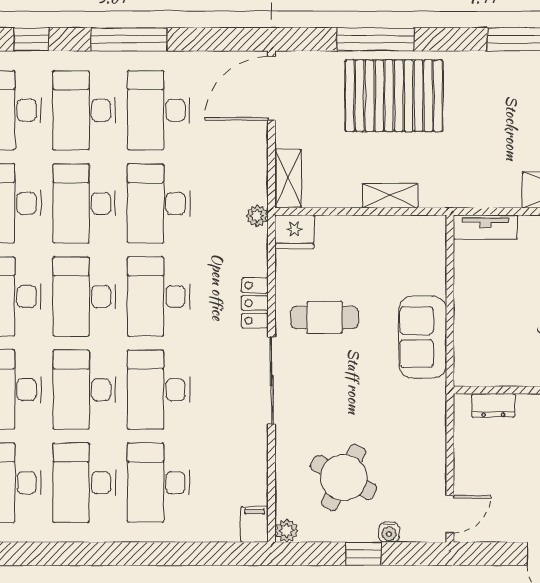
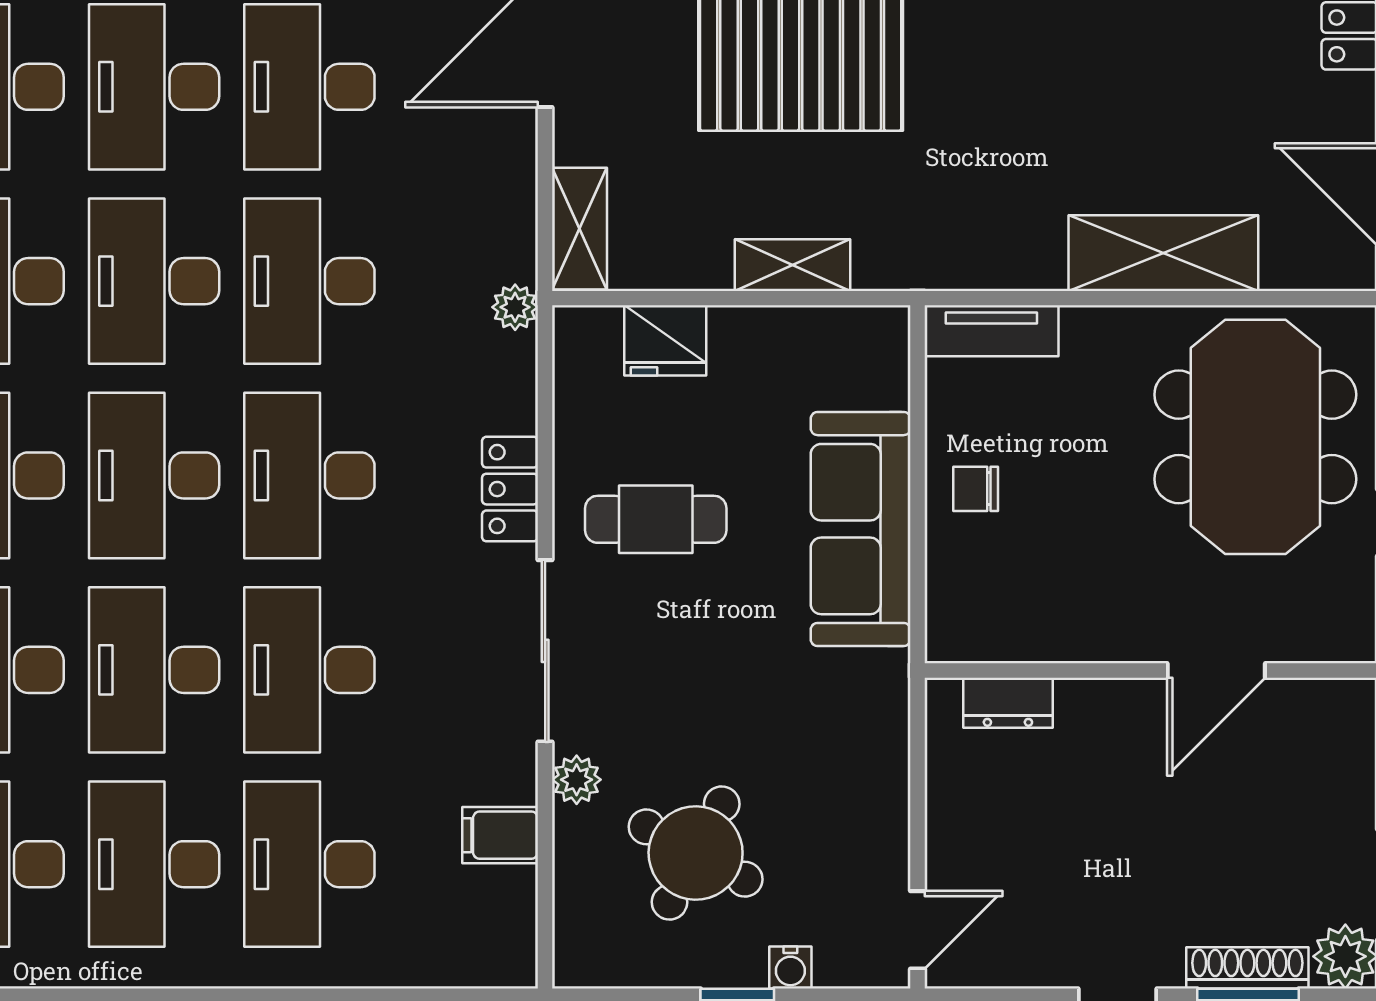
fridge: (294, 232) -> (665, 340), moved
chair: (478, 303) -> (976, 489), added
sofa: (423, 337) -> (861, 529), width x1.36
filing cabinet: (255, 524) -> (500, 835), moved, turned -90
plant: (287, 531) -> (577, 780), moved

